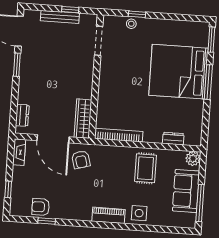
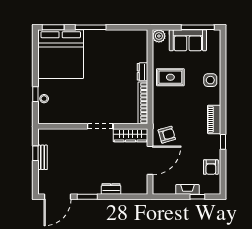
bench: (60, 17) -> (42, 157), width x0.73
doorway: (99, 41) -> (100, 126), moved
bed: (178, 72) -> (61, 54), moved
dresser: (22, 115) -> (111, 189), moved
dresser: (173, 139) -> (143, 72), moved
fireplace: (19, 152) -> (187, 189), moved
piano: (108, 215) -> (214, 119), moved
window: (47, 221) -> (223, 142), moved

